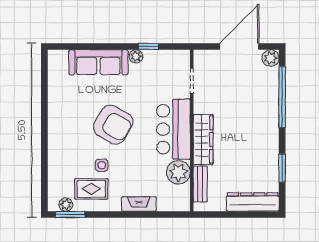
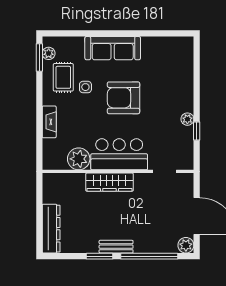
sofa: (98, 62) -> (113, 48), moved, turned -90
armchair: (113, 125) -> (123, 98), turned 60
window: (282, 168) -> (99, 256), moved
bench: (200, 184) -> (116, 247), moved

